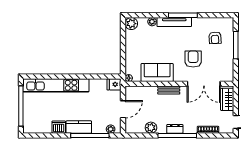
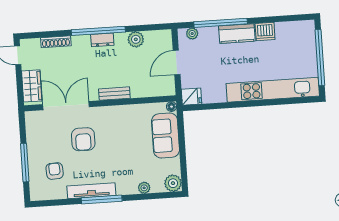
tv unit: (174, 22) -> (91, 191), moved
sofa: (157, 72) -> (166, 136), moved, turned 90

